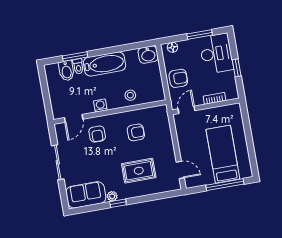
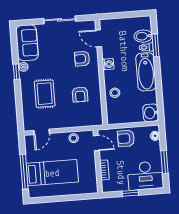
armchair: (178, 78) -> (126, 138), turned 90
stool: (184, 135) -> (74, 138), added

